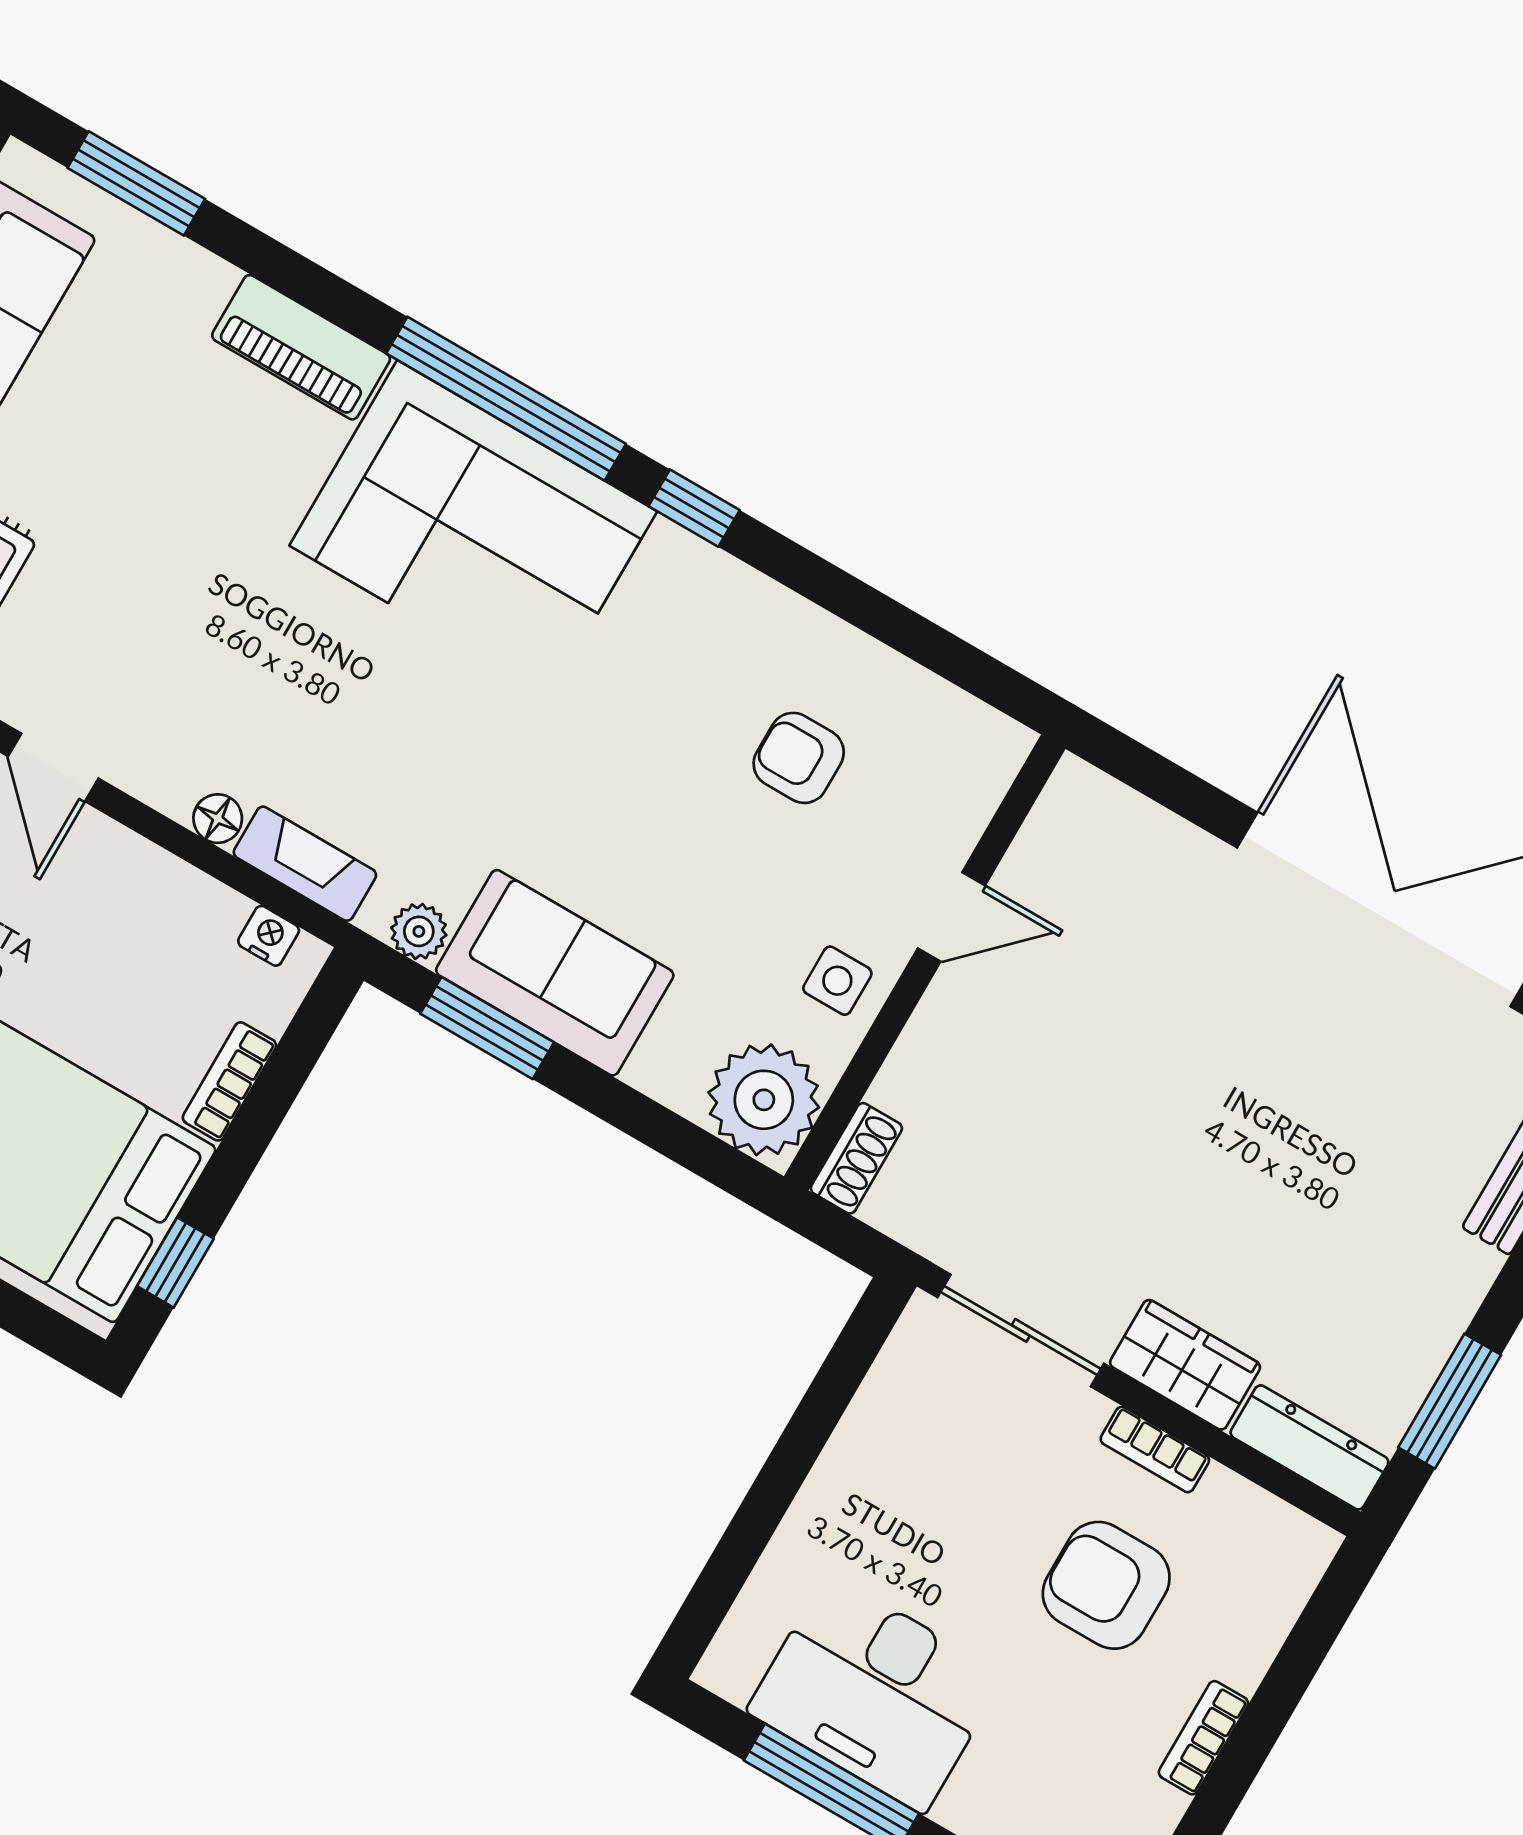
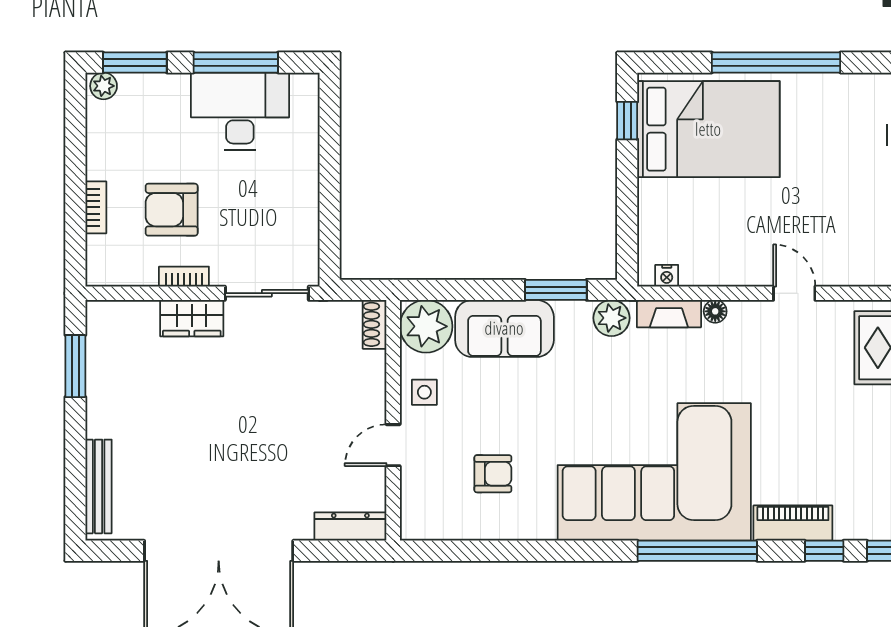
window: (694, 508) -> (824, 551), moved
corner sofa: (473, 528) -> (654, 472), width x1.36, depth x1.36
plant: (419, 931) -> (611, 318), width x1.38, depth x1.38
sofa: (555, 973) -> (504, 328), moved
bookcase: (229, 1081) -> (648, 207), removed
dresser: (1309, 1447) -> (350, 527), moved, turned 180
armchair: (1106, 1585) -> (172, 210), turned 180
bookcase: (1203, 1738) -> (96, 207), moved

